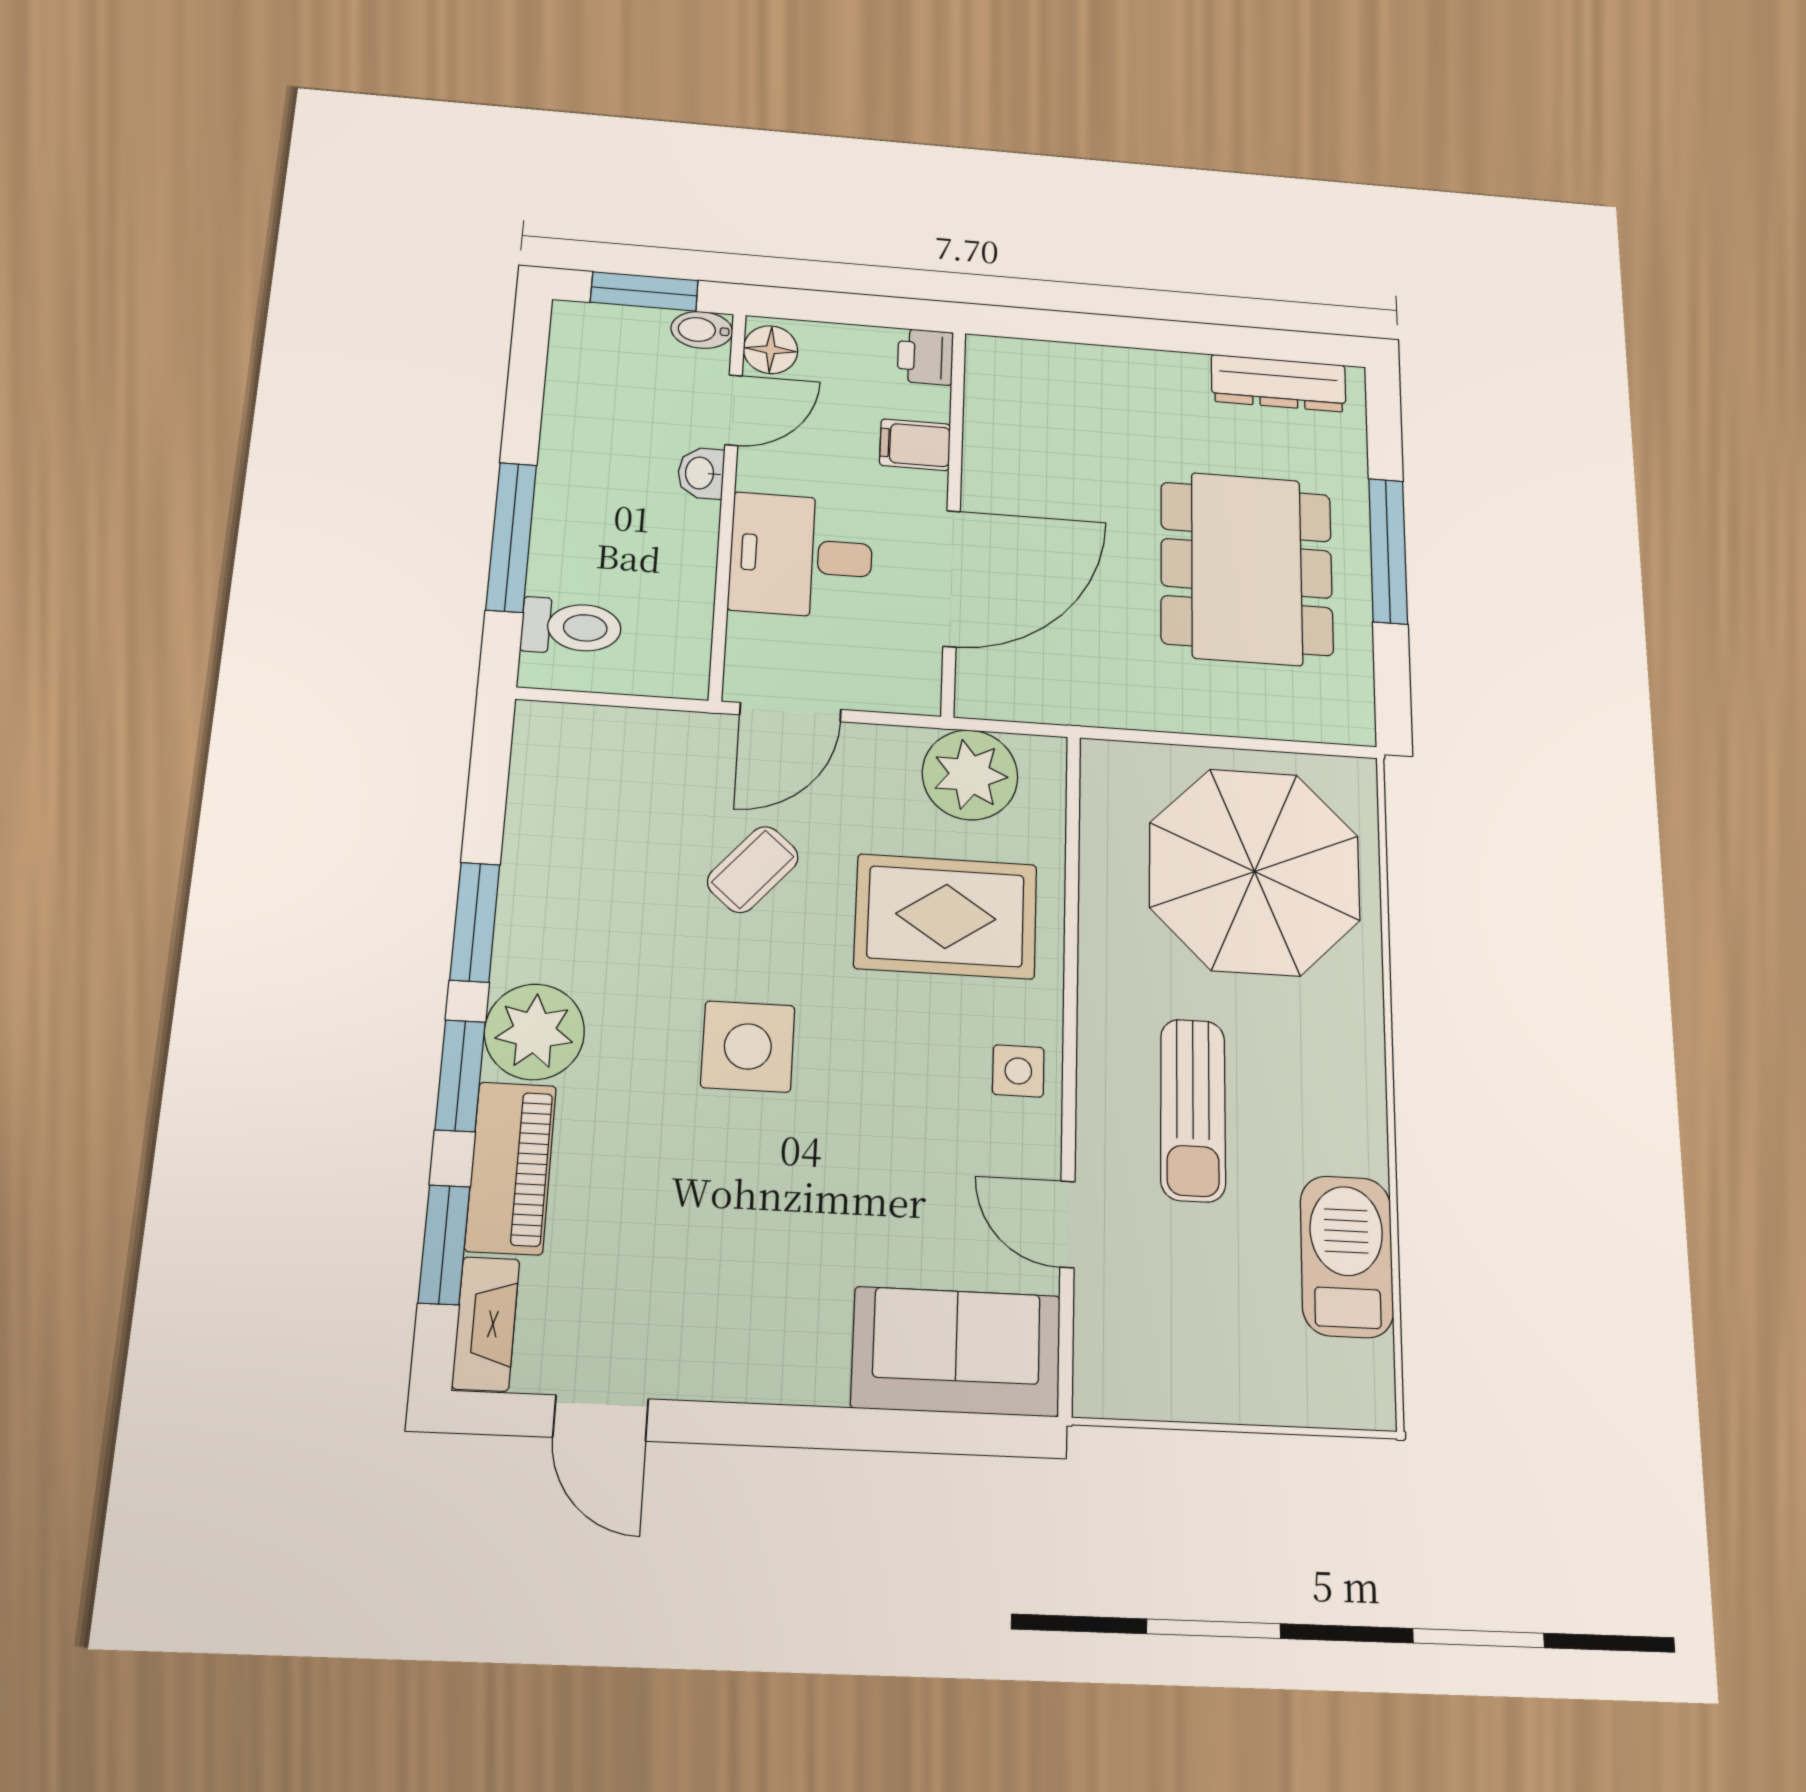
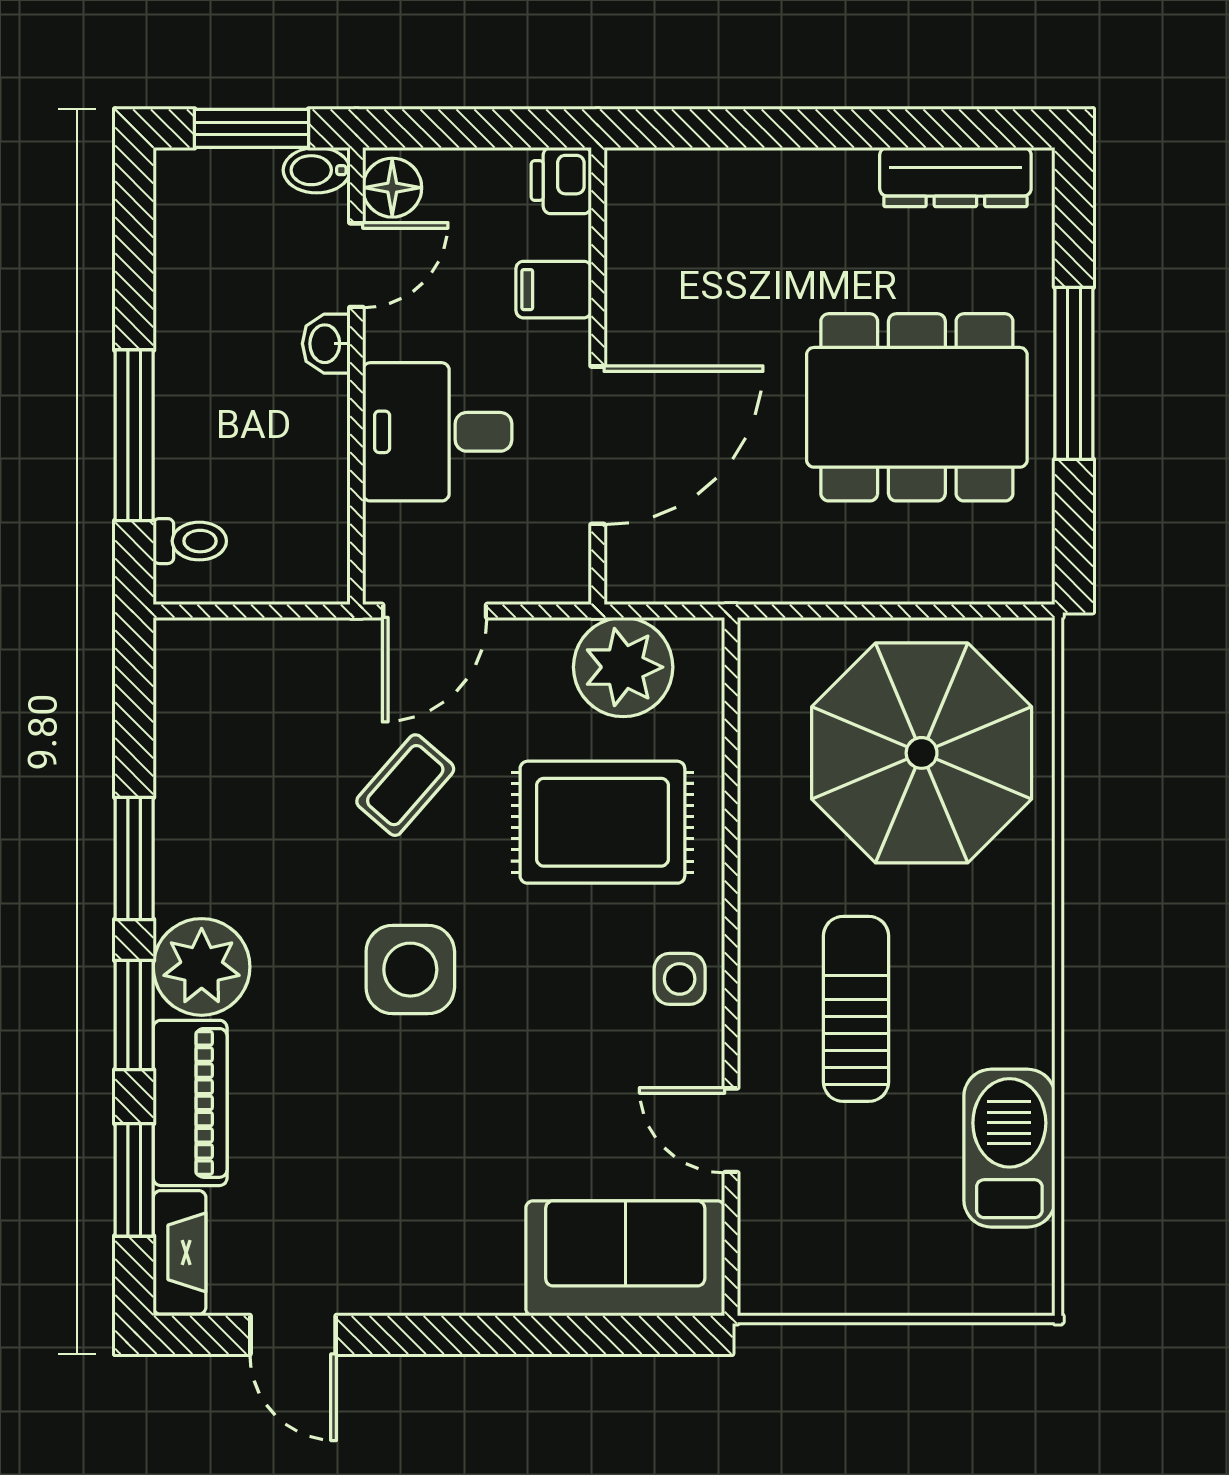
dining table: (1247, 568) -> (917, 407), turned 90
toilet: (571, 627) -> (190, 541), width x0.73, depth x0.72
sun lounger: (1193, 1110) -> (856, 1009), turned 180

